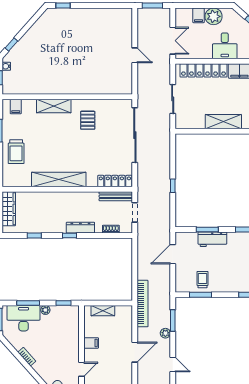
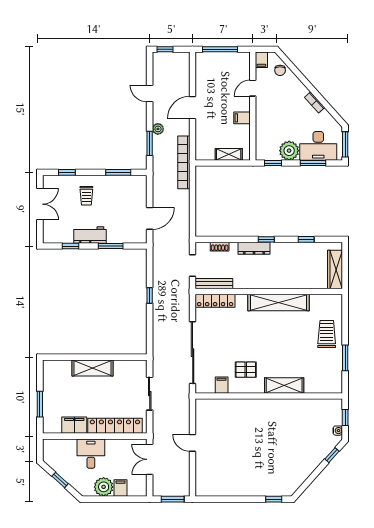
filing cabinet: (16, 106) -> (222, 385), moved
pallet: (88, 120) -> (246, 370), turned 90
workbench: (212, 239) -> (90, 235), moved
trolley: (202, 280) -> (86, 196), moved
plant: (45, 310) -> (289, 151), width x1.88, depth x1.88

